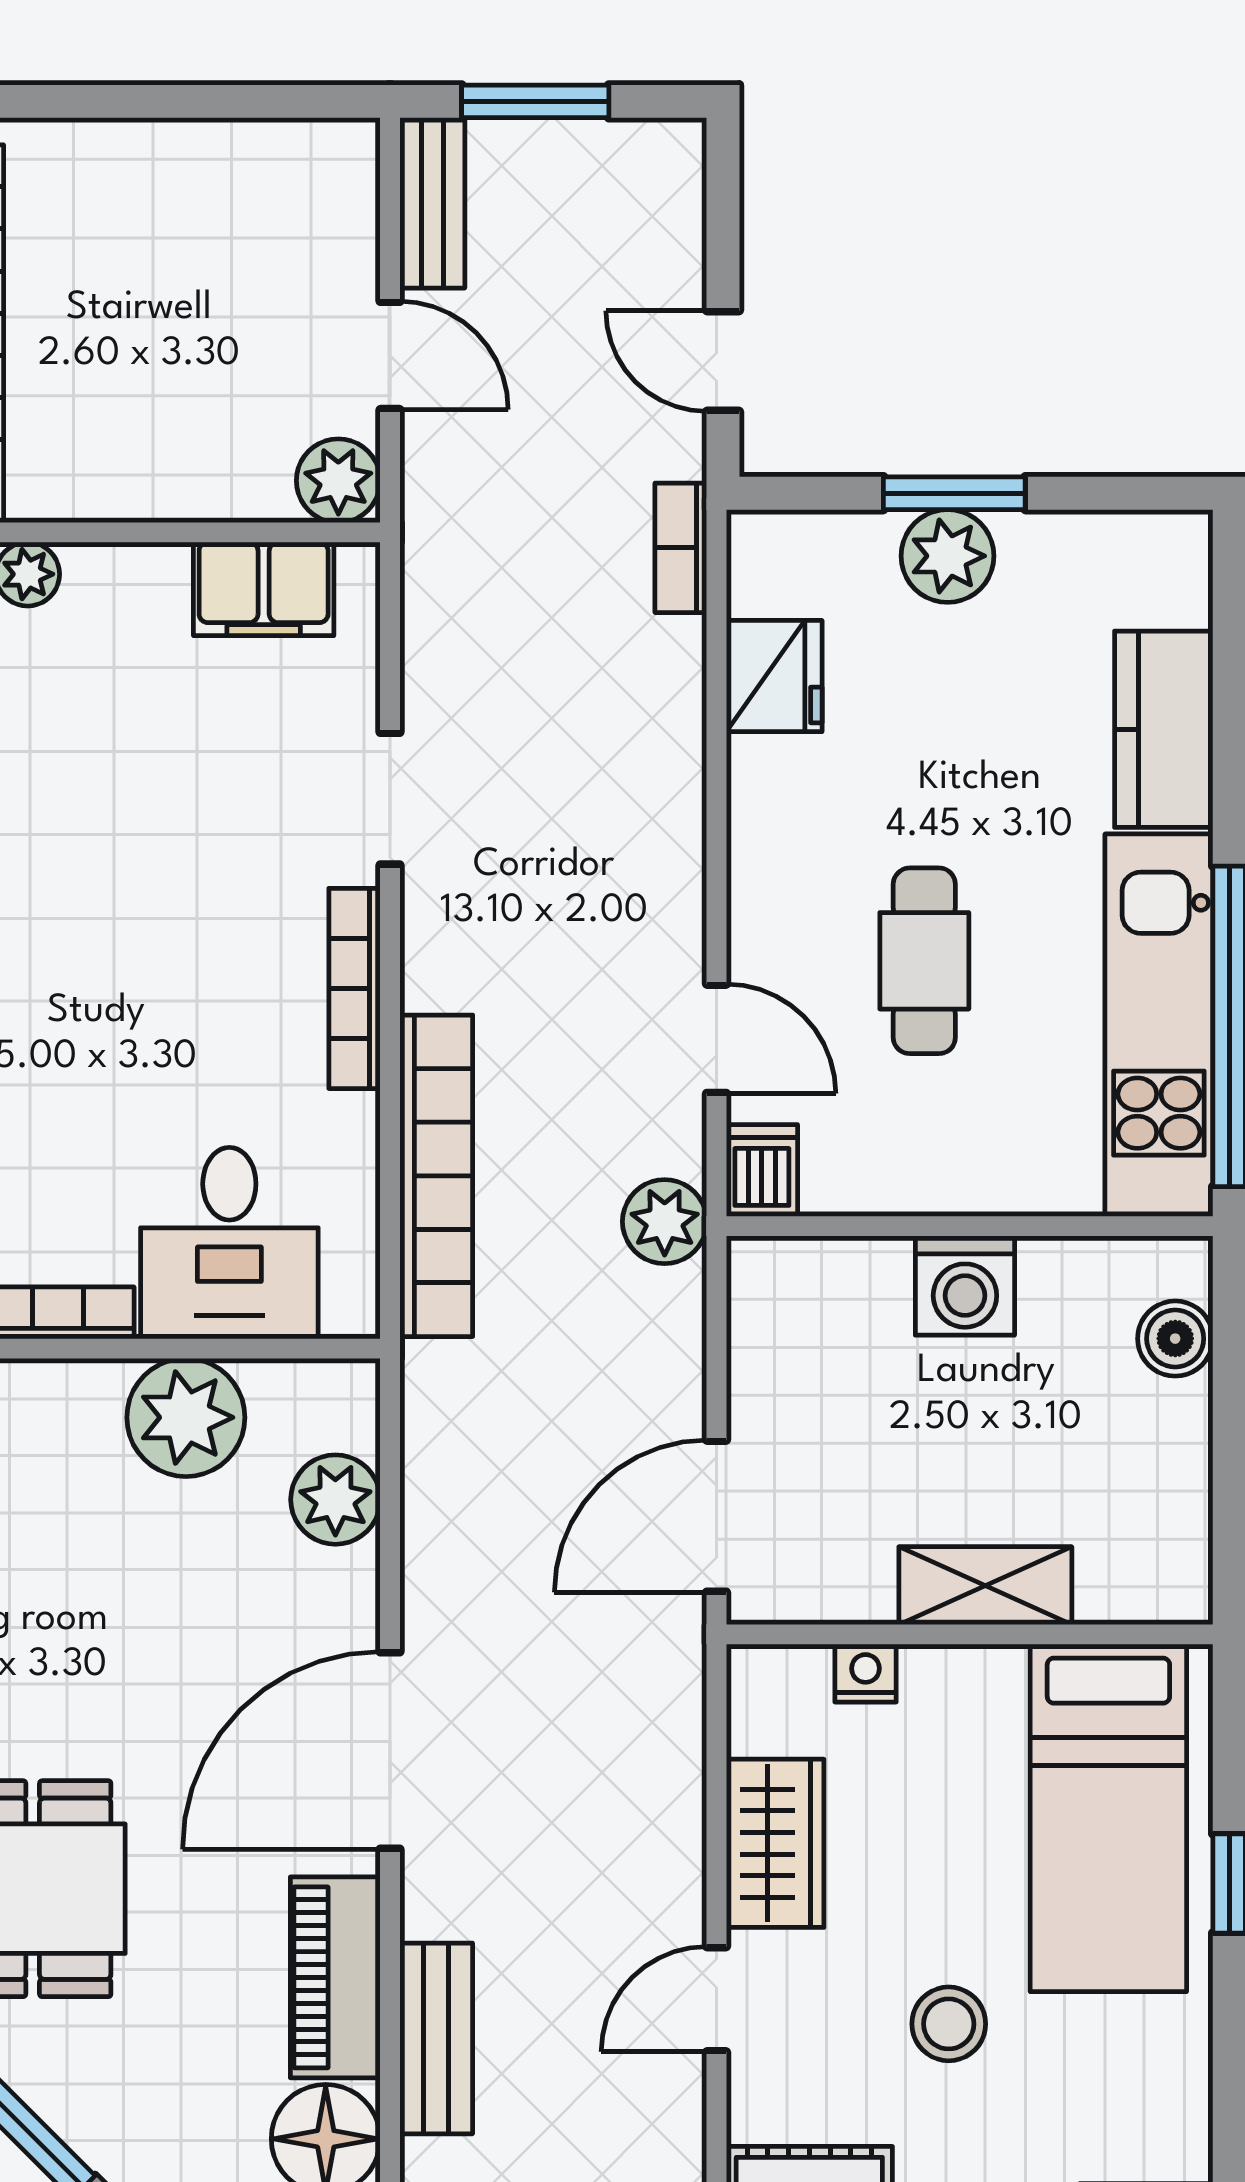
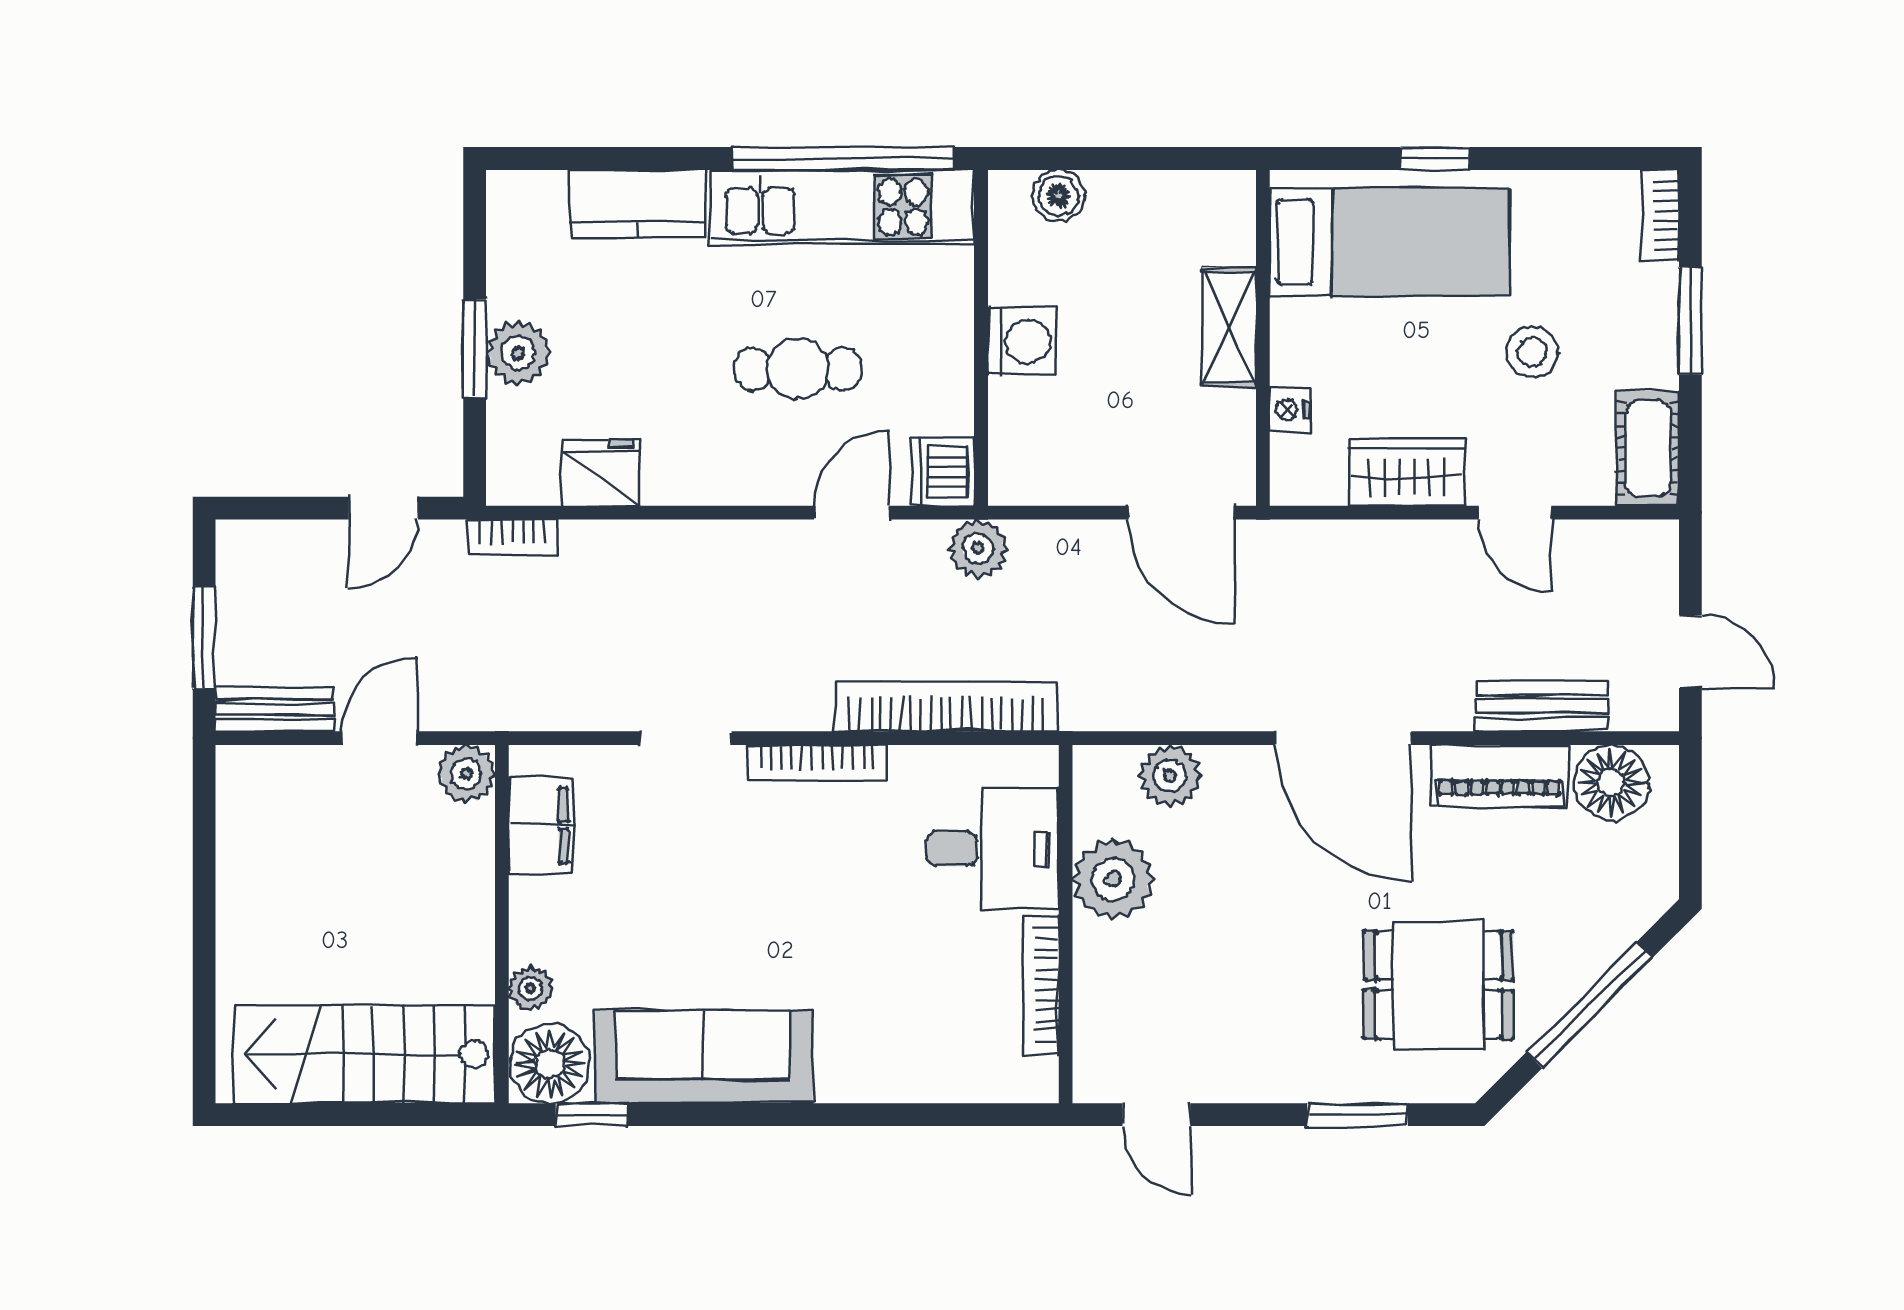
dishwasher: (762, 1170) -> (943, 472), width x1.38

